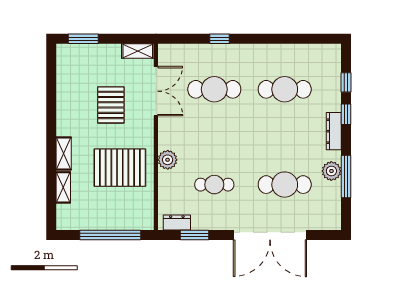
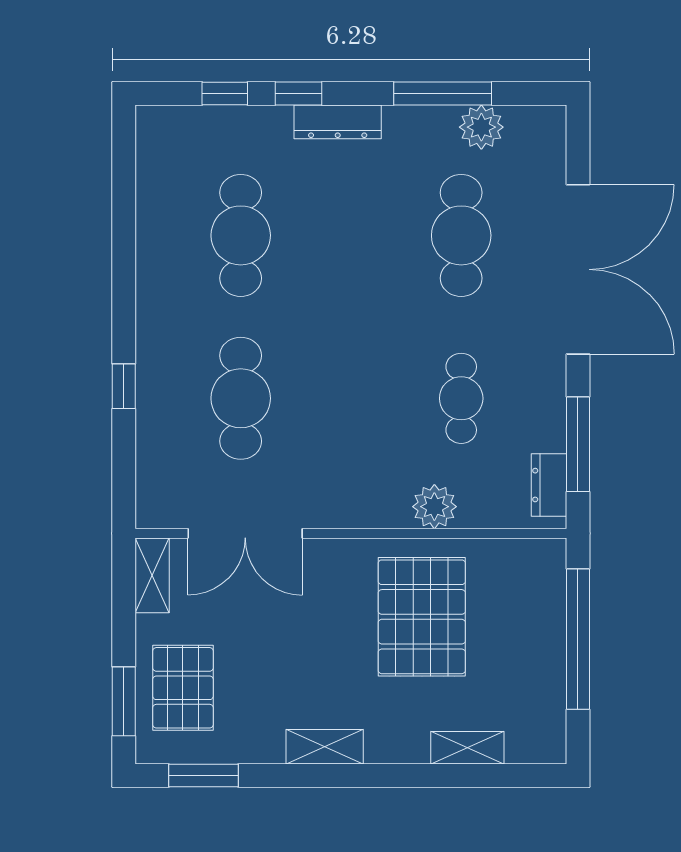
window: (51, 73) -> (204, 776), added
double door: (156, 91) -> (245, 533), swing flipped
pallet: (111, 105) -> (183, 688), moved, turned 90
shelving: (64, 154) -> (325, 747), moved
plant: (168, 160) -> (434, 507), moved
plant: (331, 171) -> (481, 127), moved
window: (194, 235) -> (578, 444), width x1.44

